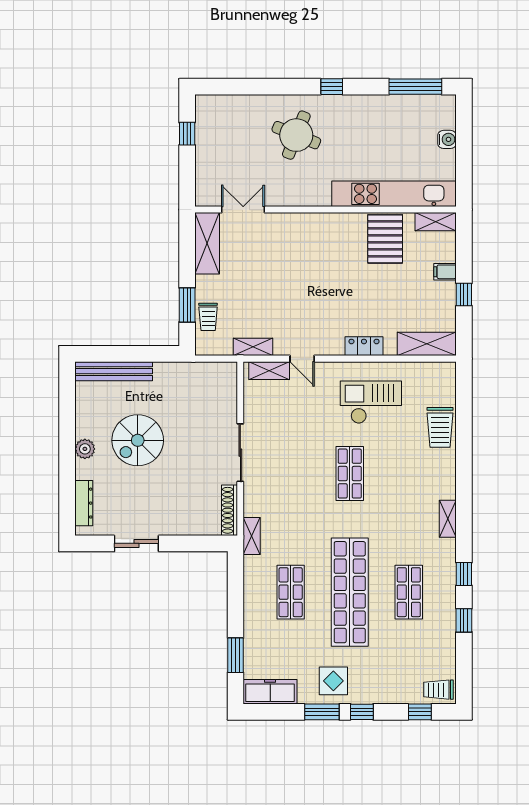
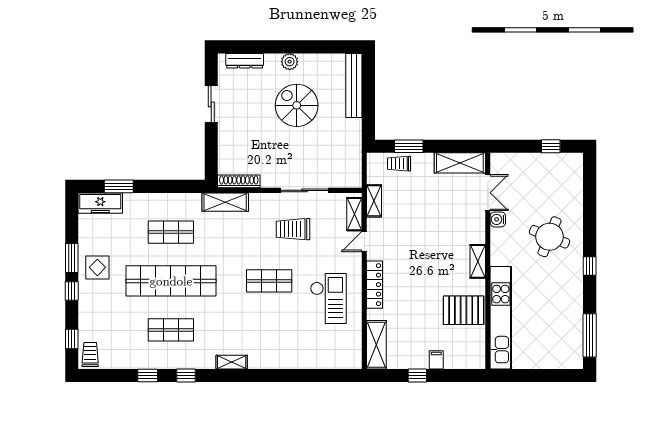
water cooler: (447, 139) -> (498, 219), moved, turned 90
shelving: (436, 222) -> (478, 261), moved
locker: (364, 346) -> (375, 285), width x1.53
trolley: (440, 427) -> (293, 229), moved
sliding door: (240, 453) -> (304, 190), moved
shelving: (252, 536) -> (225, 202), width x1.50, depth x1.33
freezer: (270, 692) -> (100, 203), moved, turned 90

